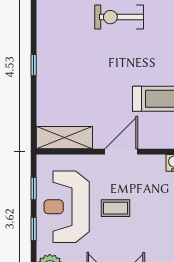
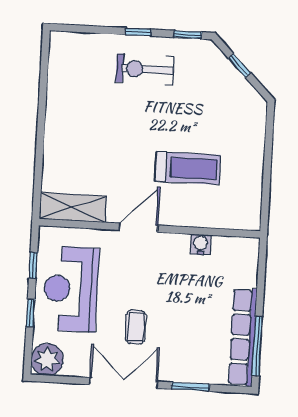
window: (34, 65) -> (41, 120), removed
coffee table: (116, 208) -> (136, 327), moved, turned 90

